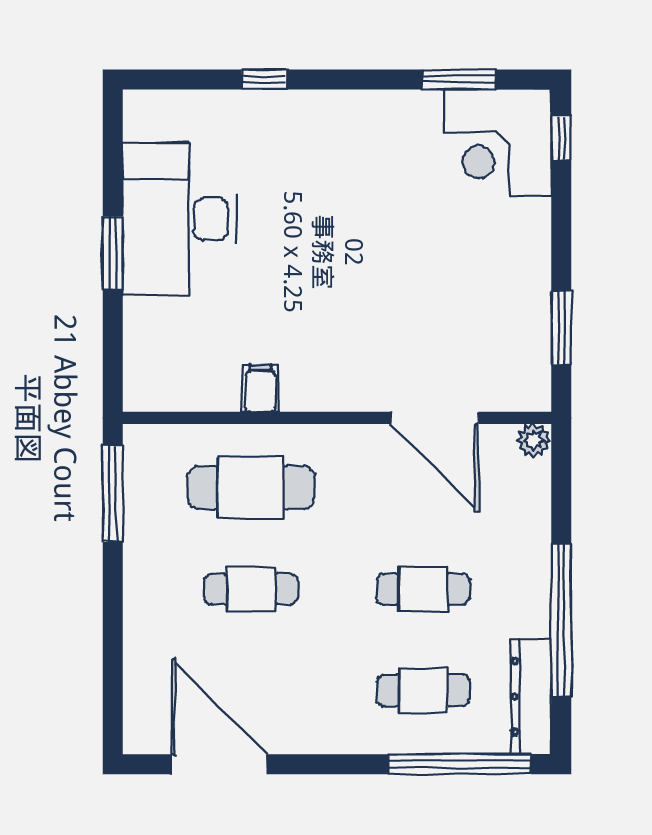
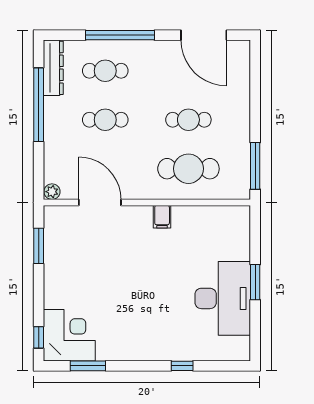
filing cabinet: (260, 388) -> (162, 217), moved
window: (460, 764) -> (120, 35), moved

